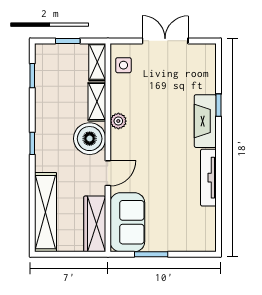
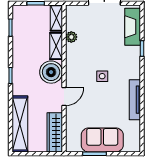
side table: (123, 65) -> (102, 76), moved
plant: (118, 121) -> (71, 37), moved
fireplace: (205, 121) -> (133, 27), moved
sofa: (127, 222) -> (102, 140), moved, turned -90

